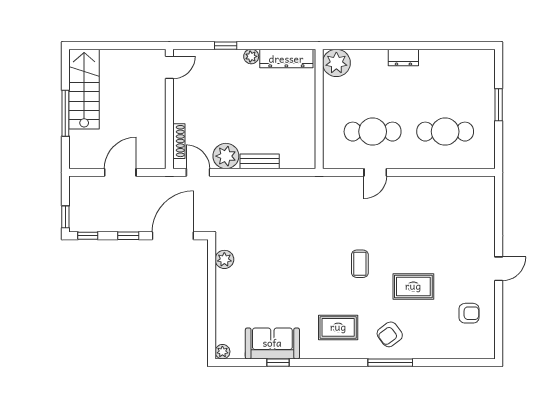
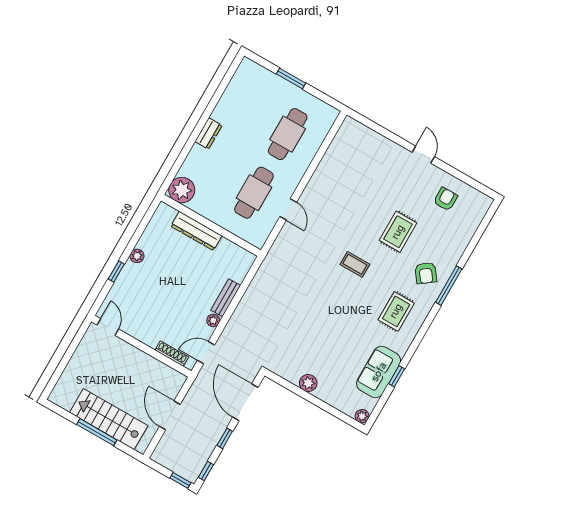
dresser: (286, 59) -> (196, 231), moved, turned 90
stairs: (84, 89) -> (109, 419), moved
plant: (226, 156) -> (213, 320), width x0.53, depth x0.53
plant: (224, 259) -> (308, 383), moved

